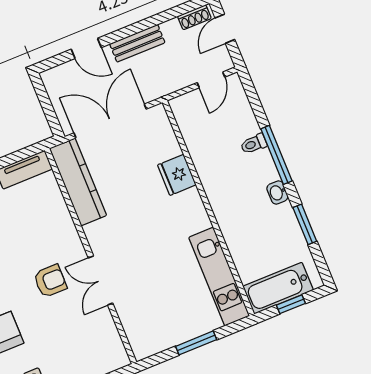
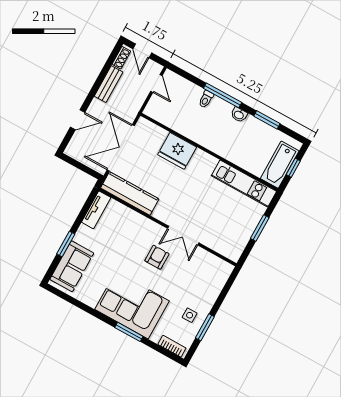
bench: (137, 43) -> (109, 84), moved
fridge: (177, 175) -> (177, 151), width x1.36, depth x1.34

